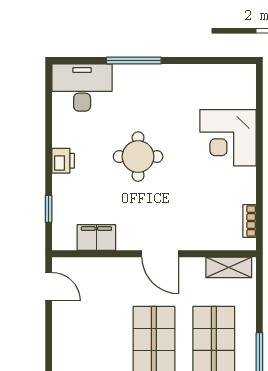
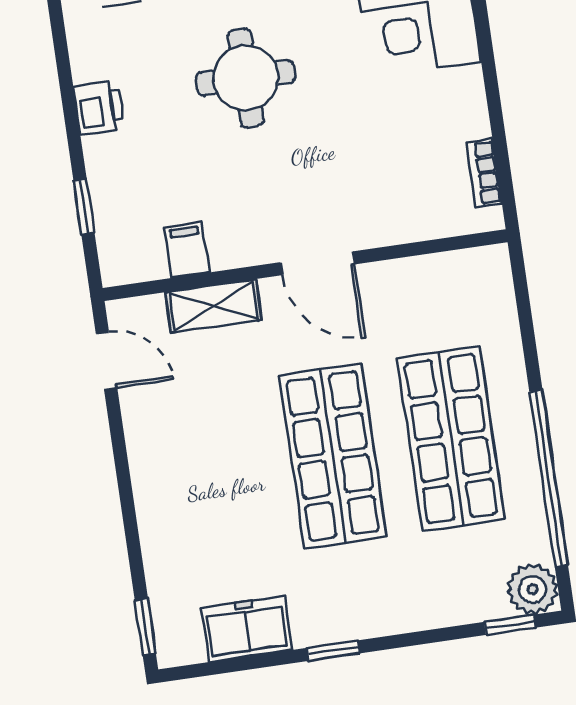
filing cabinet: (96, 238) -> (187, 250), width x0.50
shelving: (229, 267) -> (214, 306), moved

